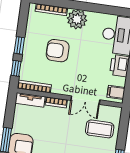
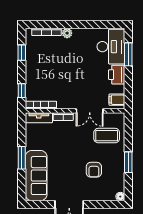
plant: (77, 19) -> (67, 33), width x0.53, depth x0.53
window: (19, 45) -> (22, 53), moved
armchair: (58, 51) -> (58, 69), removed

